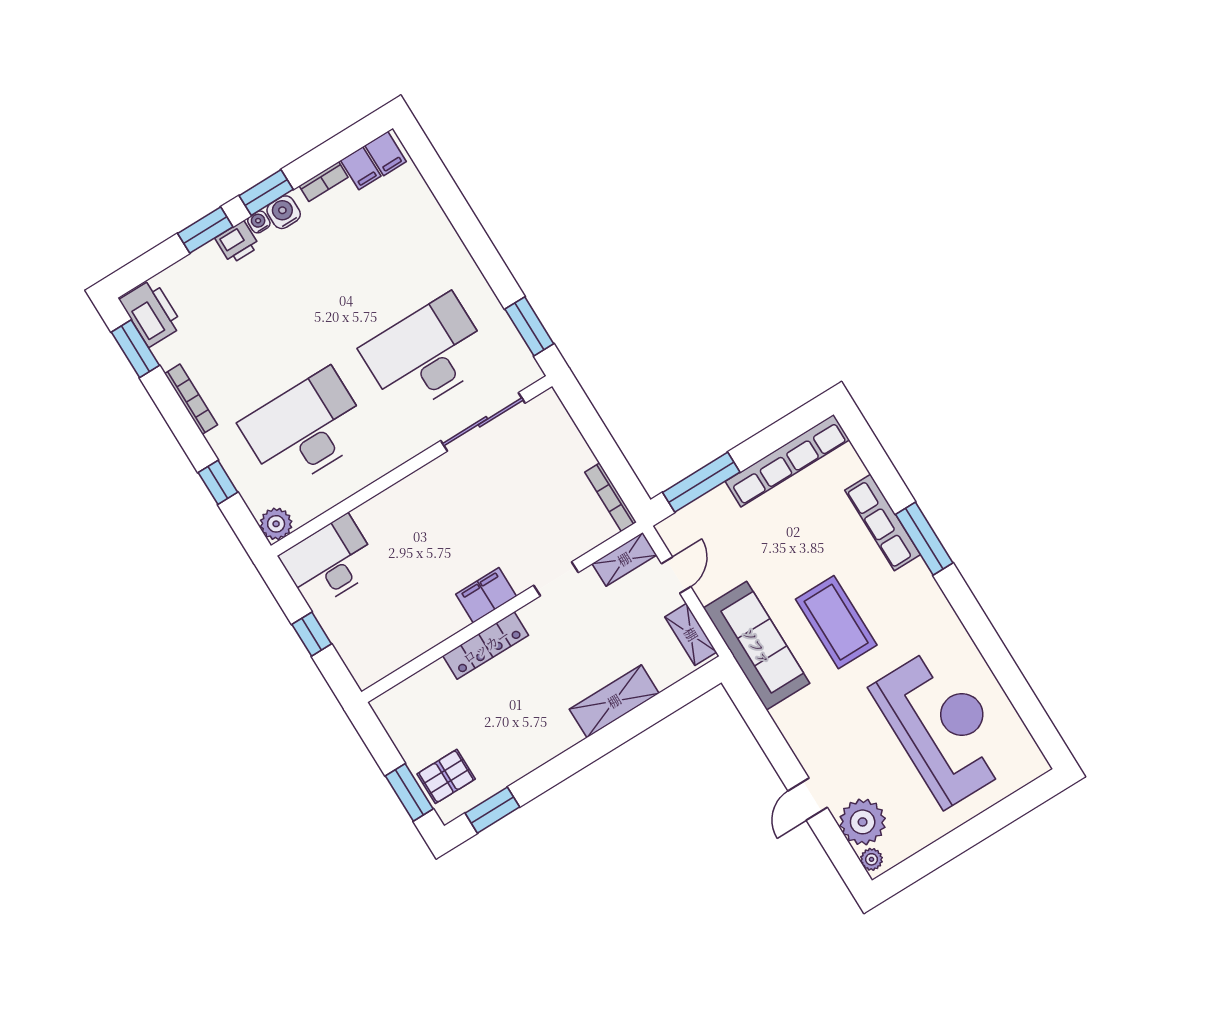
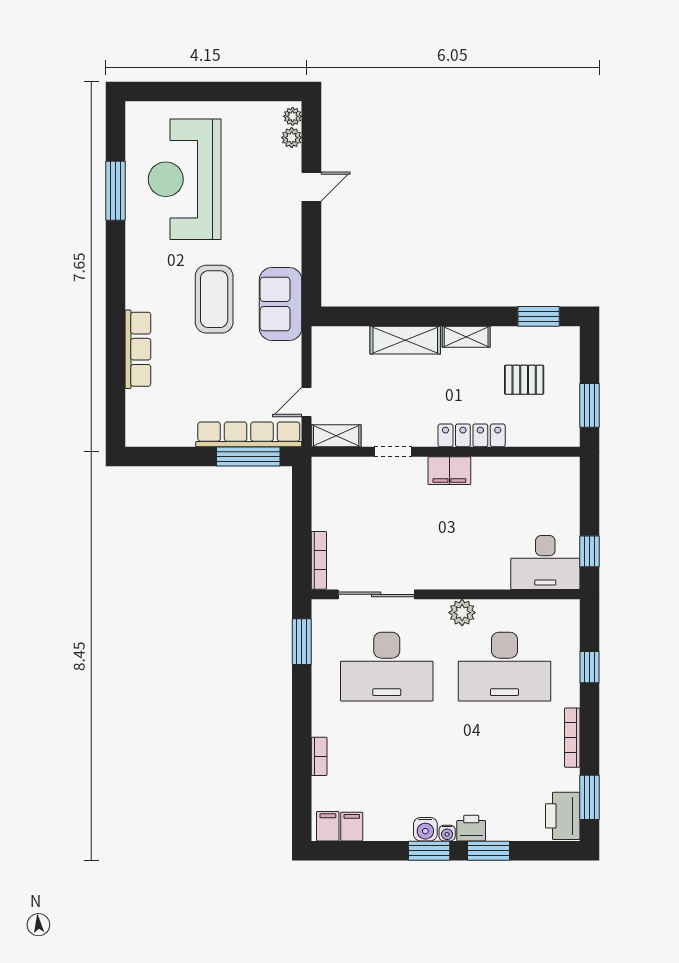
bookcase: (324, 182) -> (319, 756), moved, turned 90
row of seats: (787, 461) -> (249, 434), moved
bookcase: (611, 497) -> (319, 560), moved
plant: (276, 524) -> (462, 613), moved
window: (924, 539) -> (116, 191), moved
window: (312, 634) -> (589, 551), moved
shelving: (691, 634) -> (466, 337), moved, turned 90
sofa: (757, 646) -> (281, 304), width x0.73
pallet: (446, 776) -> (524, 380), moved
window: (409, 792) -> (589, 405), moved
plant: (863, 822) -> (292, 138), width x0.53, depth x0.53

